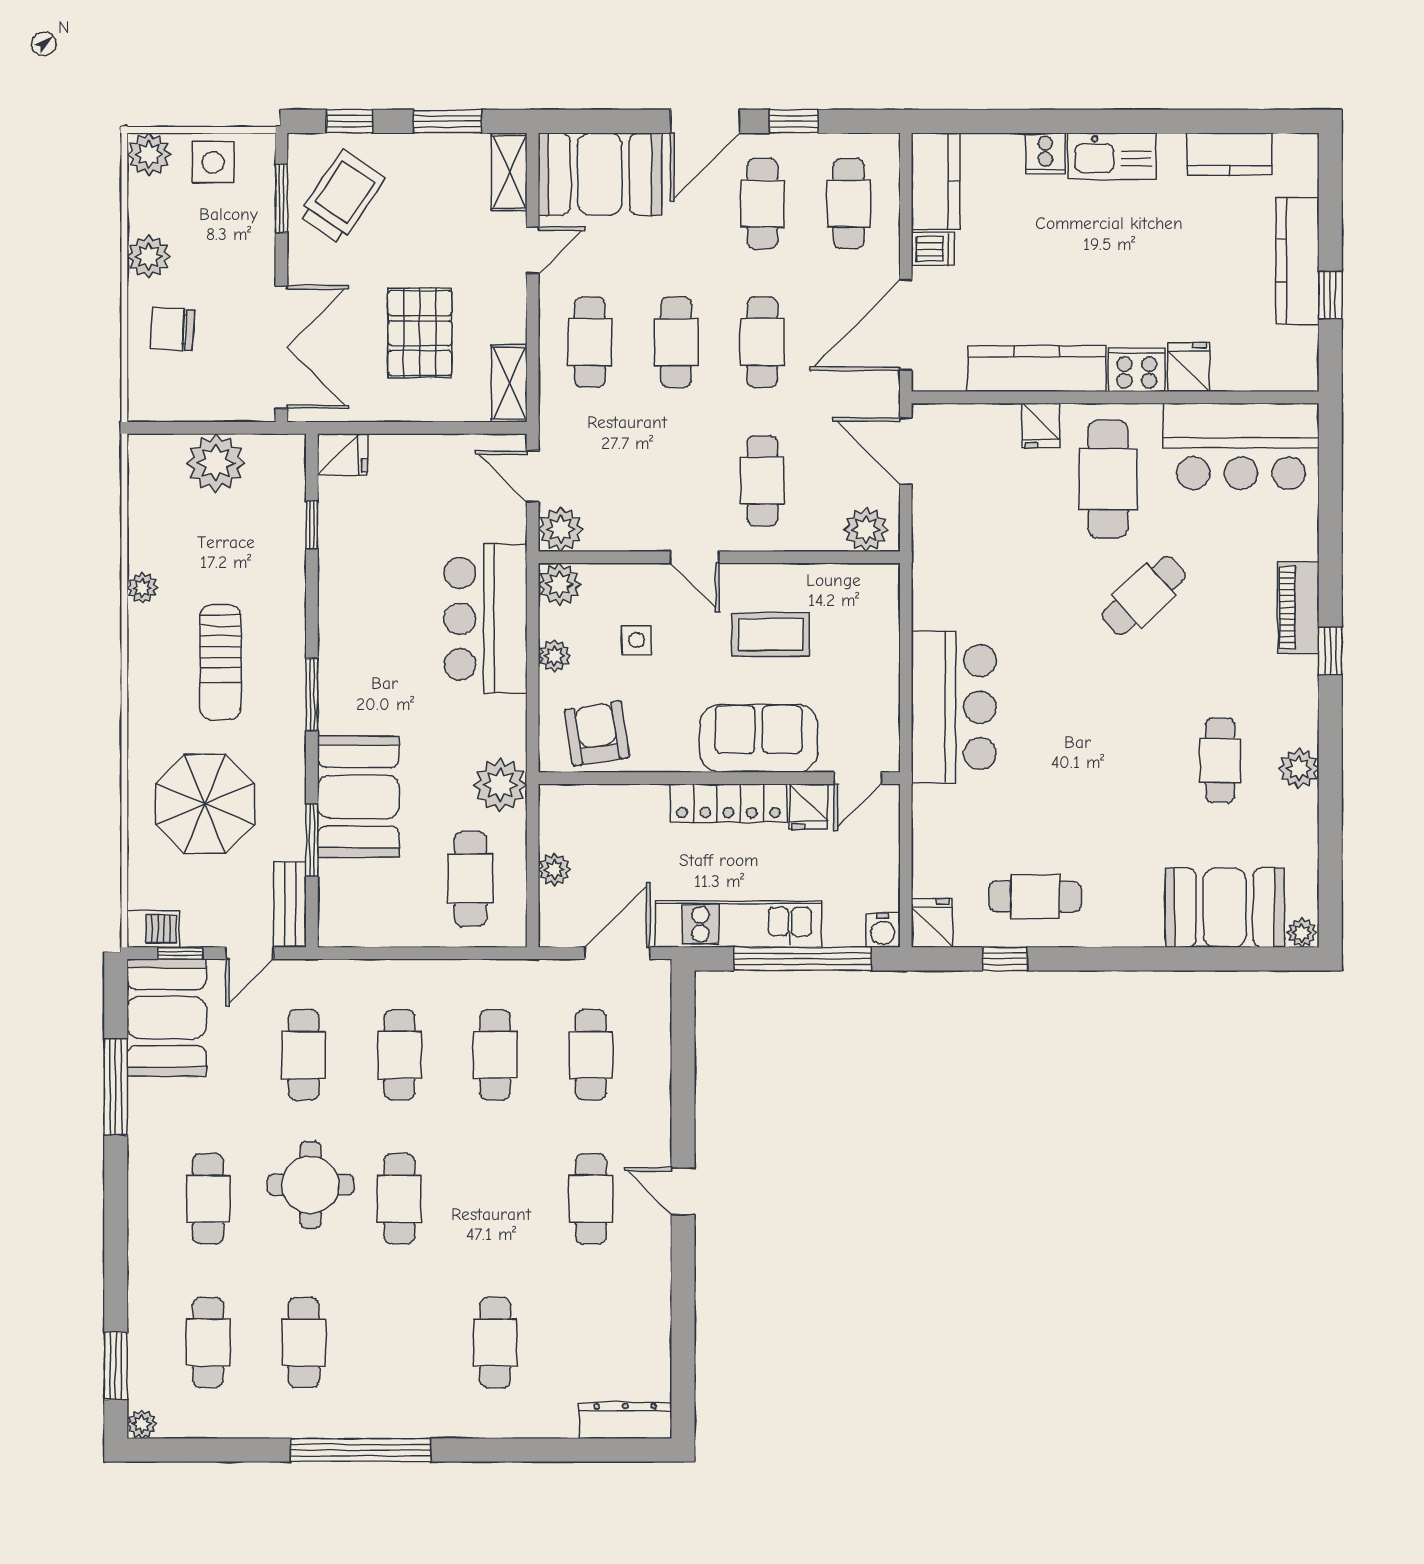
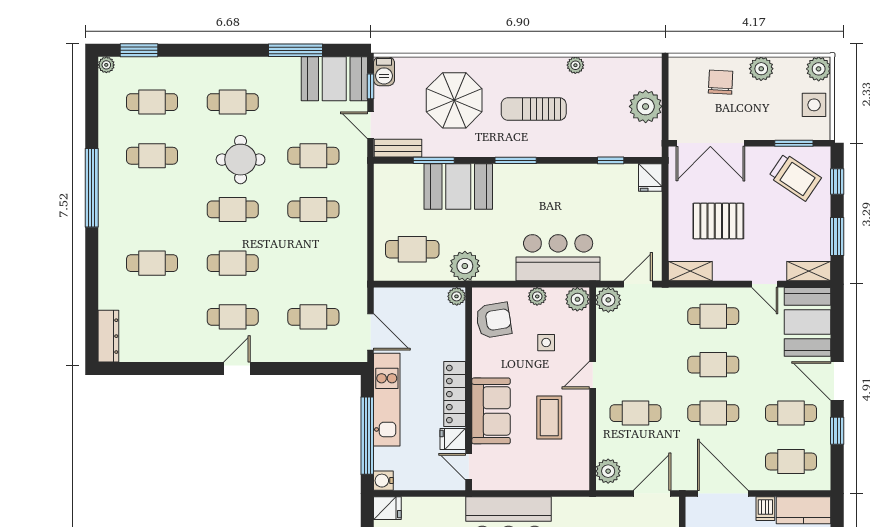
plant: (554, 869) -> (457, 296), moved
cafe table: (495, 1055) -> (233, 263), moved

